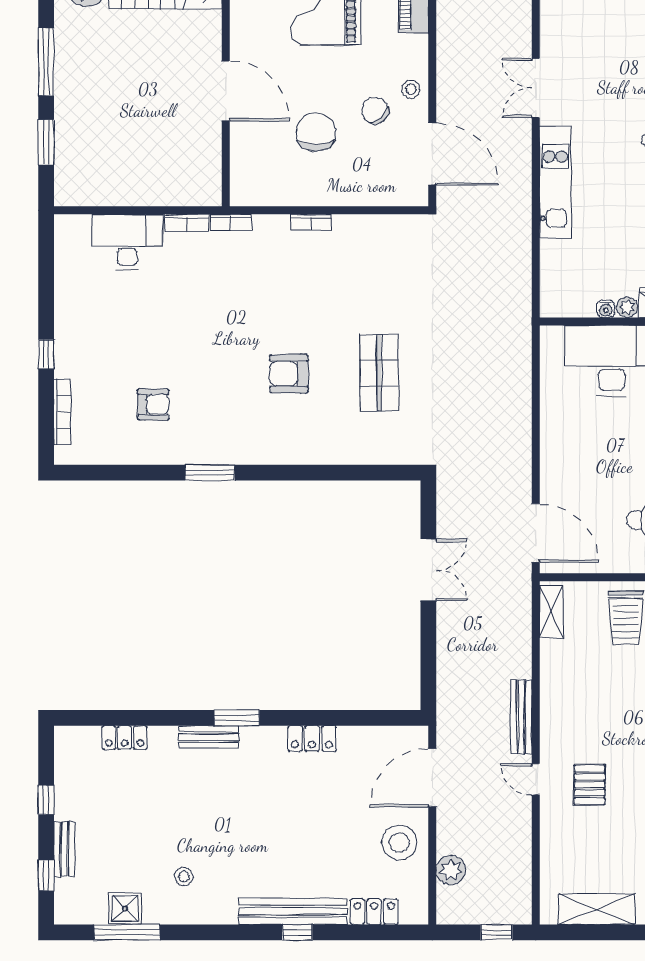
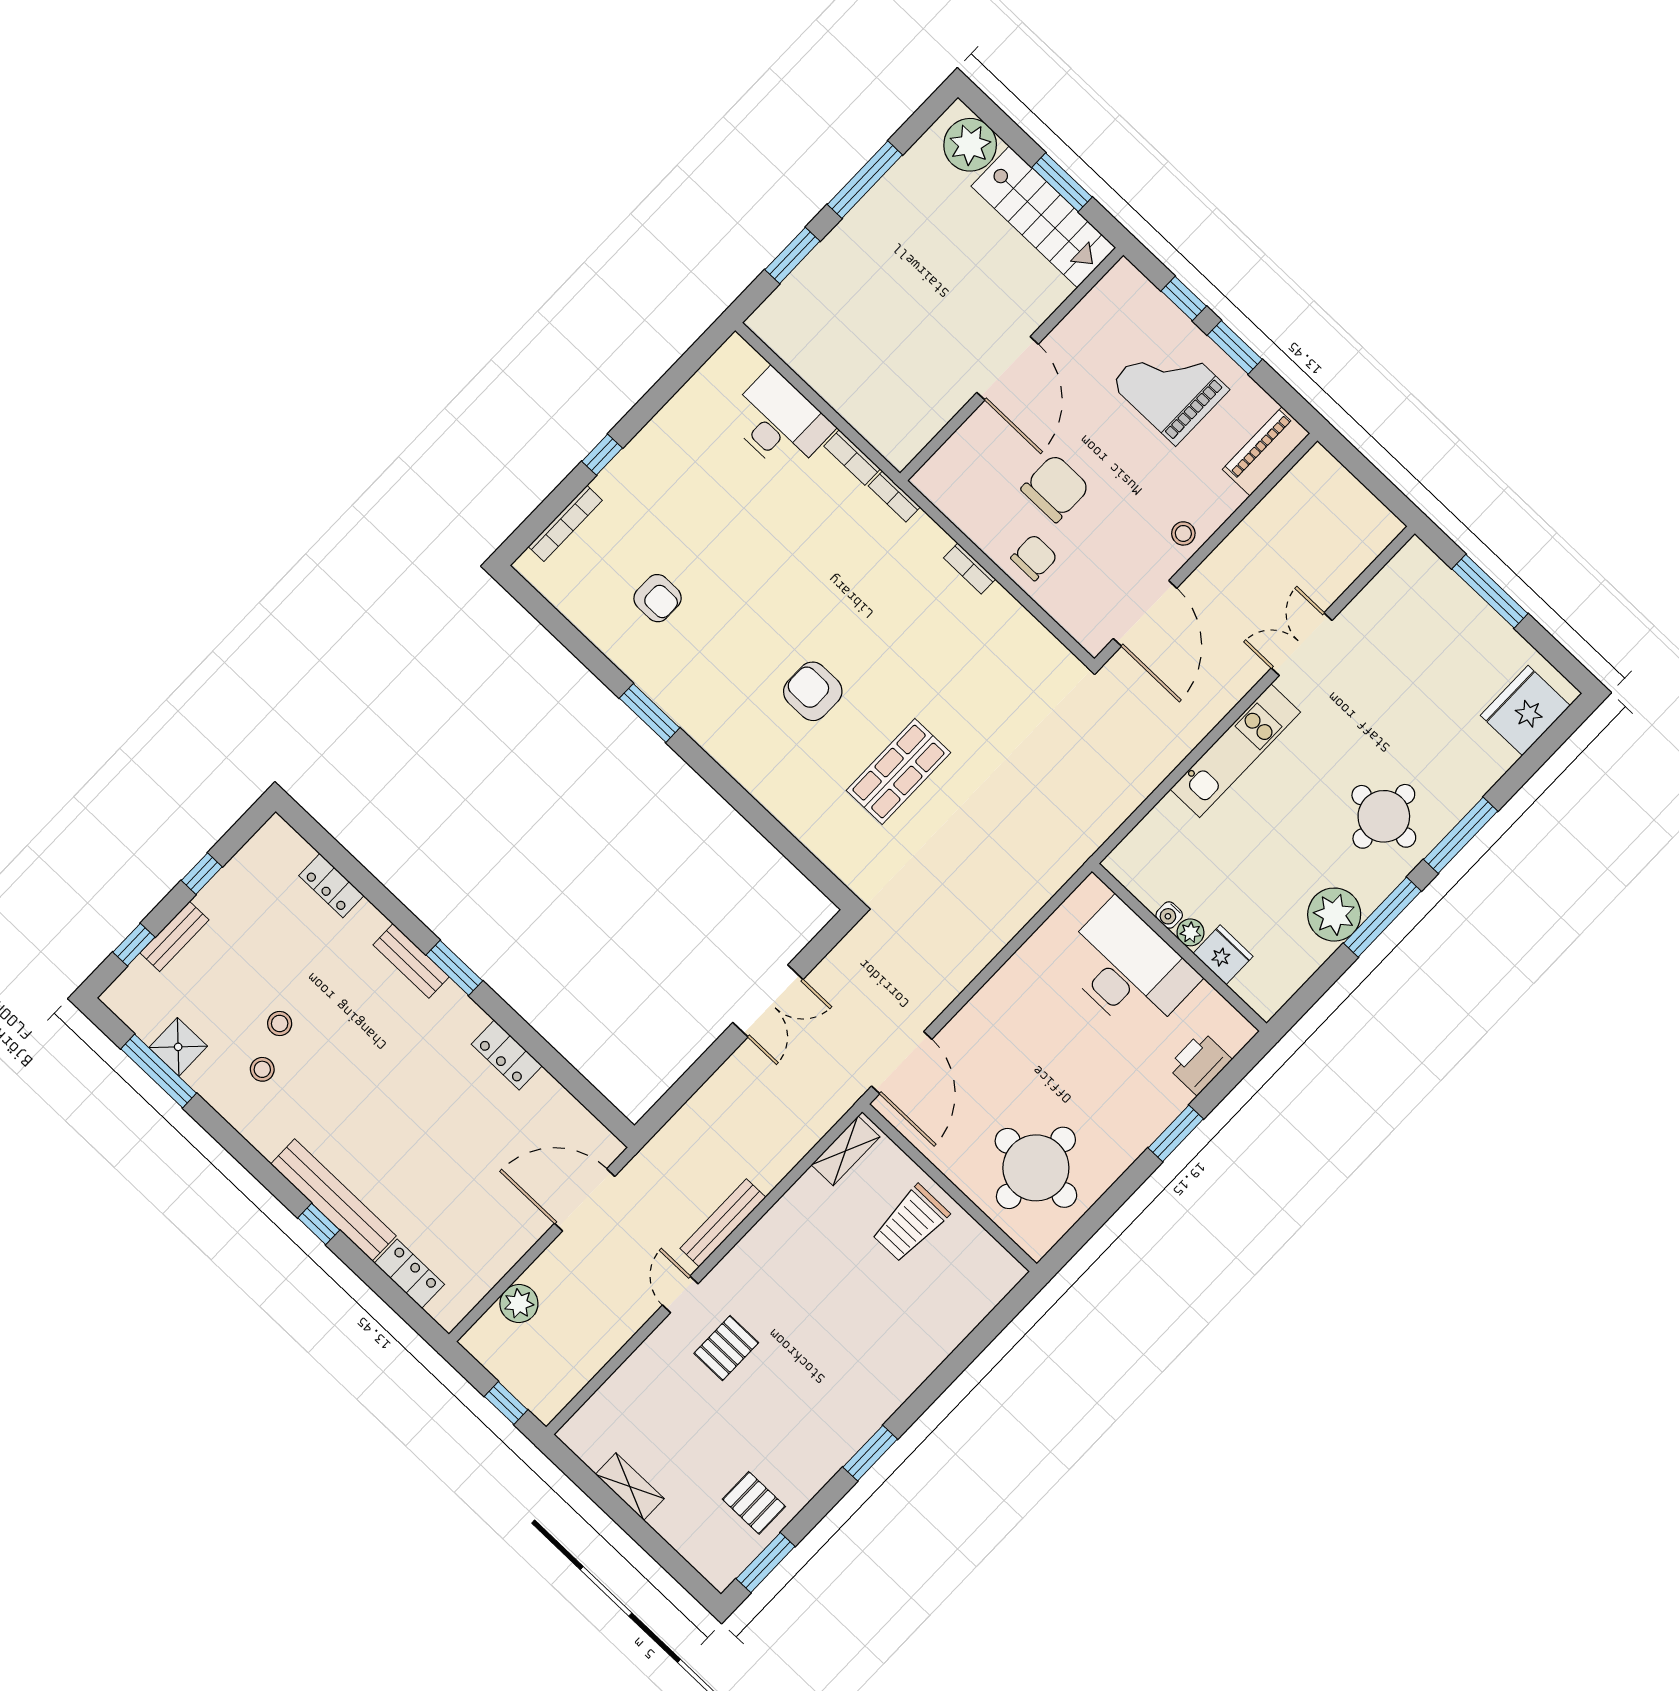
chair: (375, 111) -> (1034, 557), moved, turned 40
stool: (399, 842) -> (280, 1023), moved, width x0.53, depth x0.53
shelving: (597, 909) -> (630, 1486), width x0.67, depth x0.75

